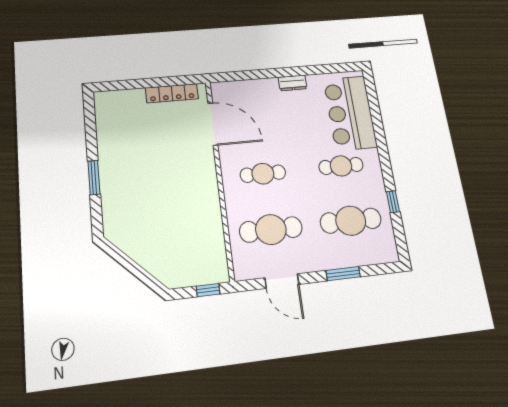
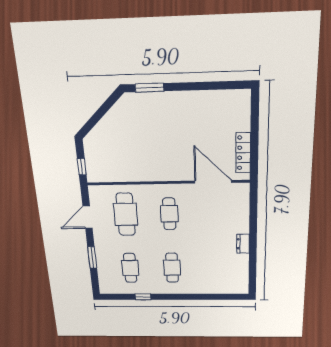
bar counter: (350, 113) -> (214, 280), removed
door: (213, 124) -> (213, 182), swing flipped
window: (94, 178) -> (149, 88), moved
cafe table: (351, 221) -> (130, 268), width x0.73, depth x0.74

